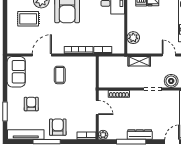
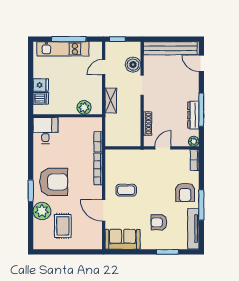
armchair: (58, 127) -> (185, 192), turned -90
dresser: (140, 135) -> (193, 115), moved

